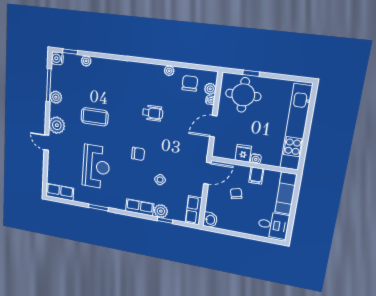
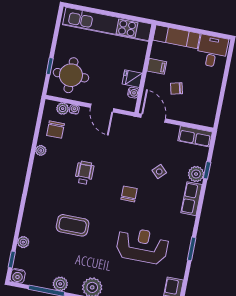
chair: (190, 83) -> (55, 130), turned -90
coffee table: (95, 117) -> (73, 225), moved, turned 90
water cooler: (256, 159) -> (133, 93), moved
washbasin: (210, 220) -> (206, 119), removed

